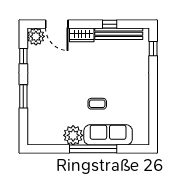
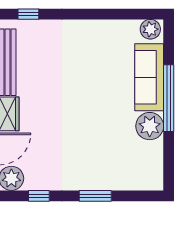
coffee table: (97, 104) -> (105, 92), removed
plant: (142, 136) -> (150, 29), added

